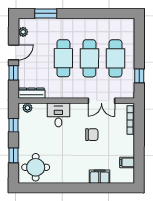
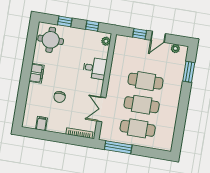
door: (14, 52) -> (158, 37), hinge flipped
window: (139, 76) -> (118, 147), width x2.17
dresser: (32, 93) -> (119, 47), removed
chair: (92, 135) -> (60, 97), moved
filing cabinet: (100, 177) -> (37, 73), moved

